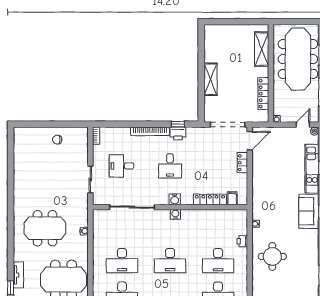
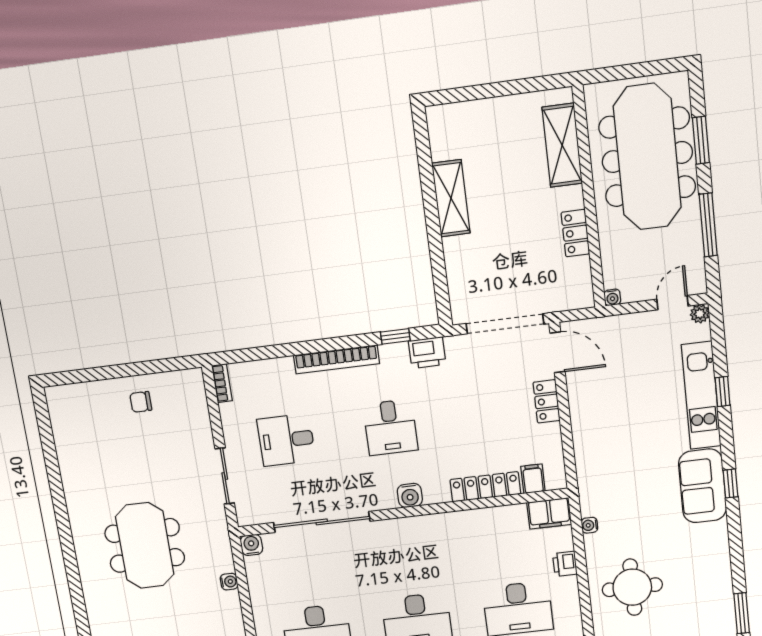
shelving: (211, 79) -> (451, 198), moved
locker: (263, 94) -> (575, 233), width x0.66
printer: (178, 133) -> (427, 353), moved
door: (250, 141) -> (557, 352), hinge flipped
water cooler: (175, 214) -> (251, 545), moved
filing cabinet: (238, 216) -> (549, 513), added
meeting table: (45, 228) -> (145, 545), moved, turned 90

